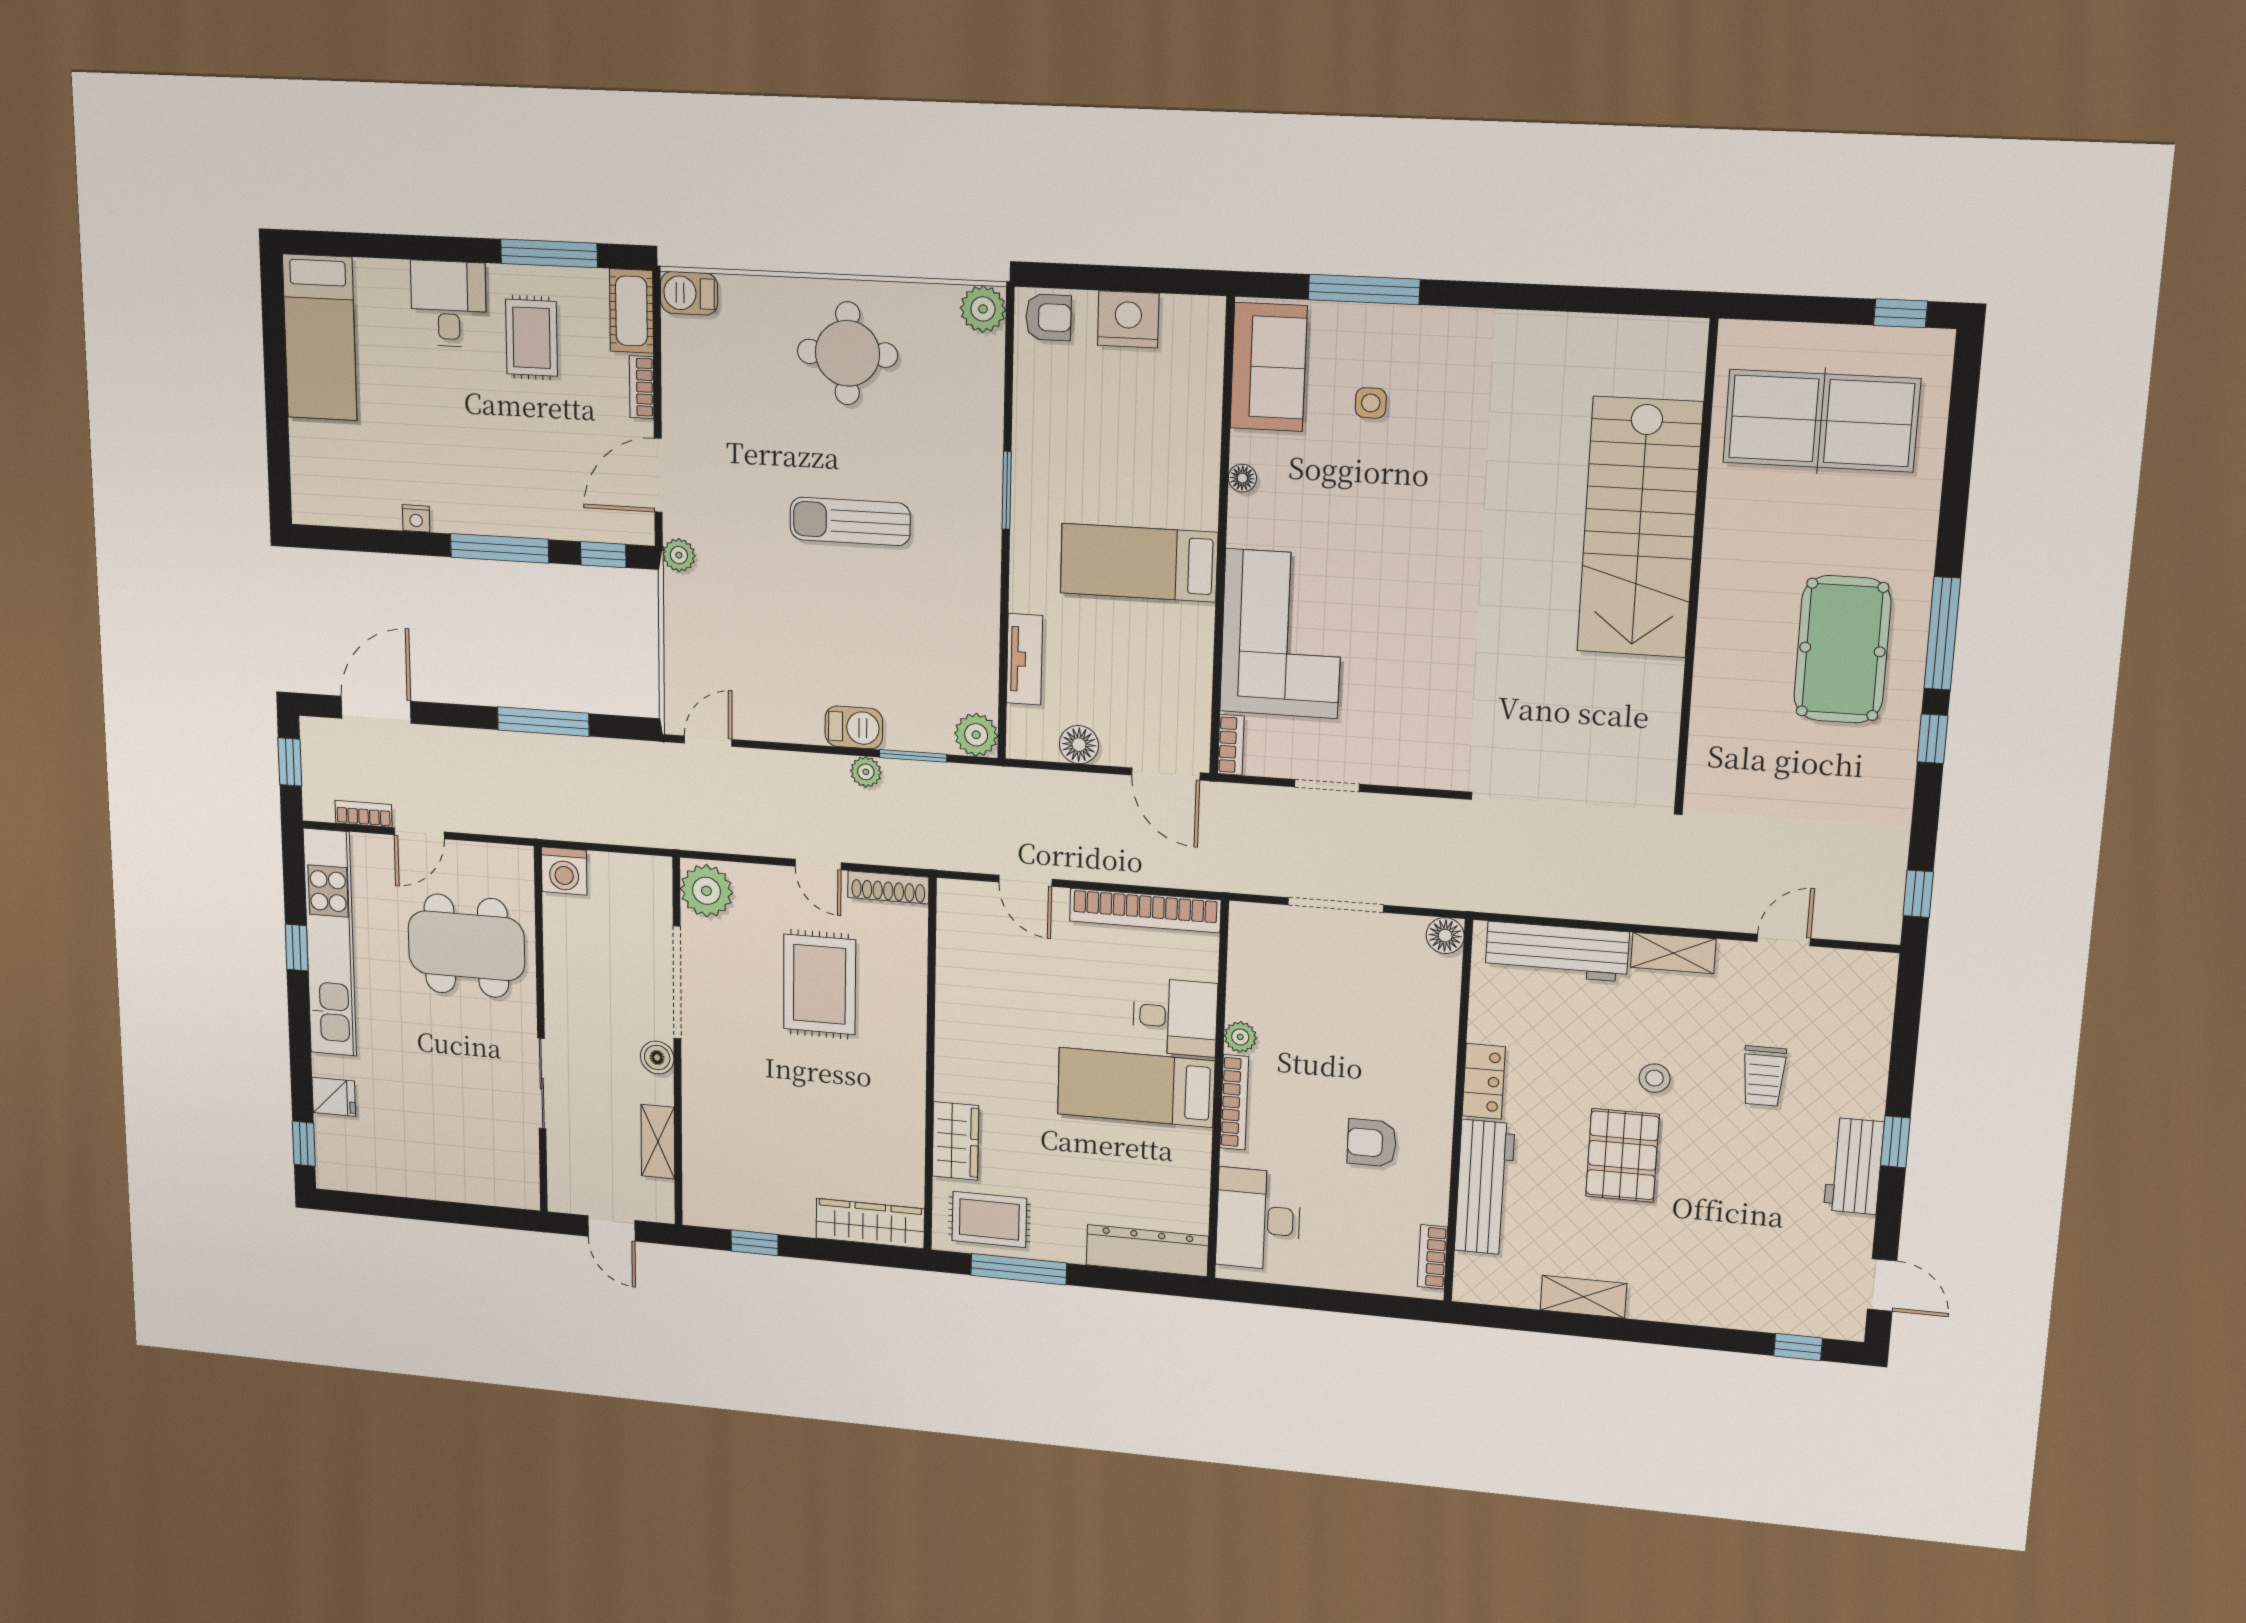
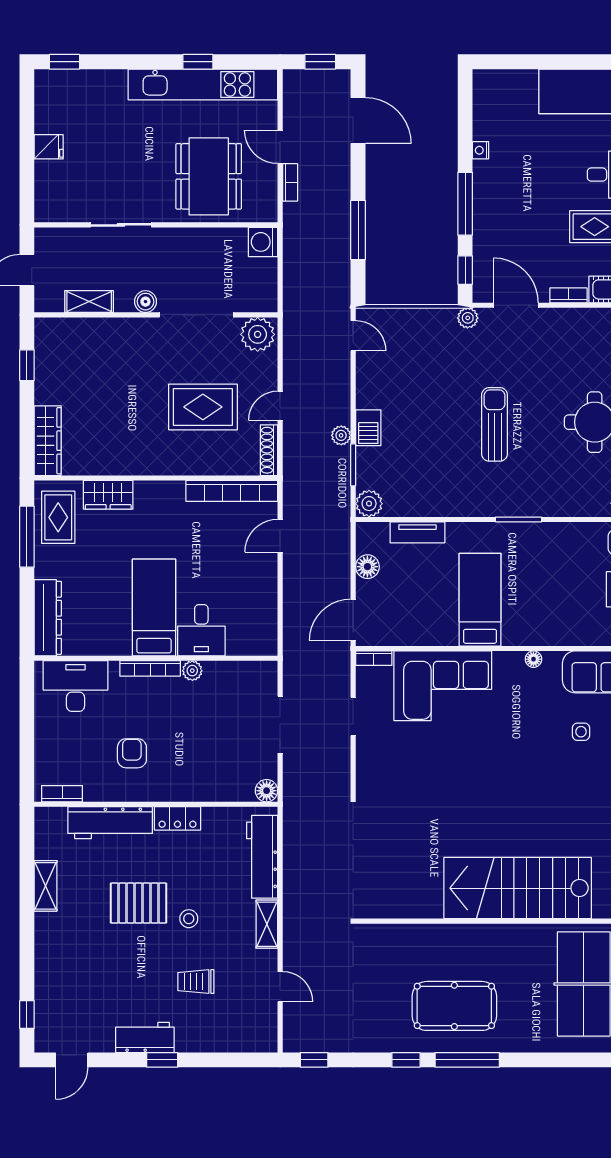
bookcase: (363, 814) -> (290, 182), moved
bookcase: (1145, 911) -> (232, 491), moved, turned -90
fridge: (334, 1097) -> (49, 147), moved, turned -90

